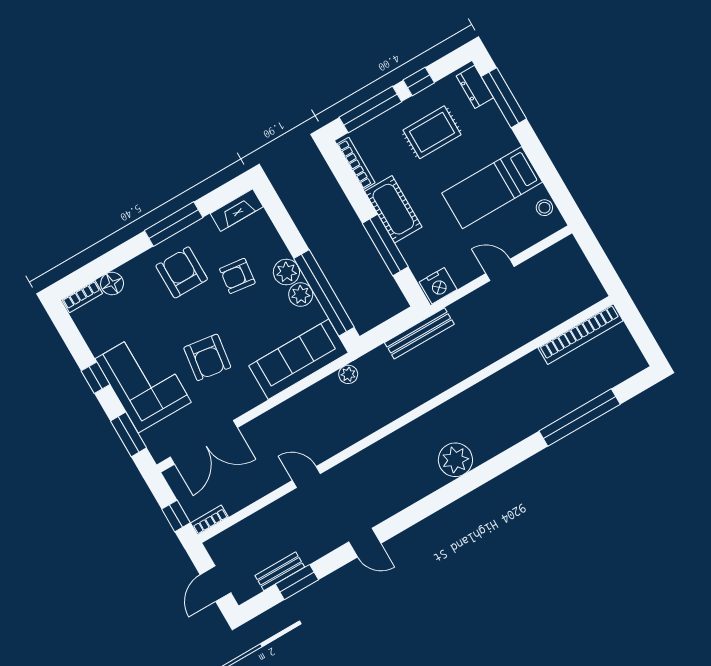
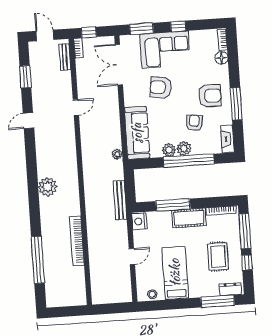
window: (324, 293) -> (189, 161), moved
bookcase: (581, 334) -> (77, 241), moved
bench: (280, 571) -> (65, 57), moved

